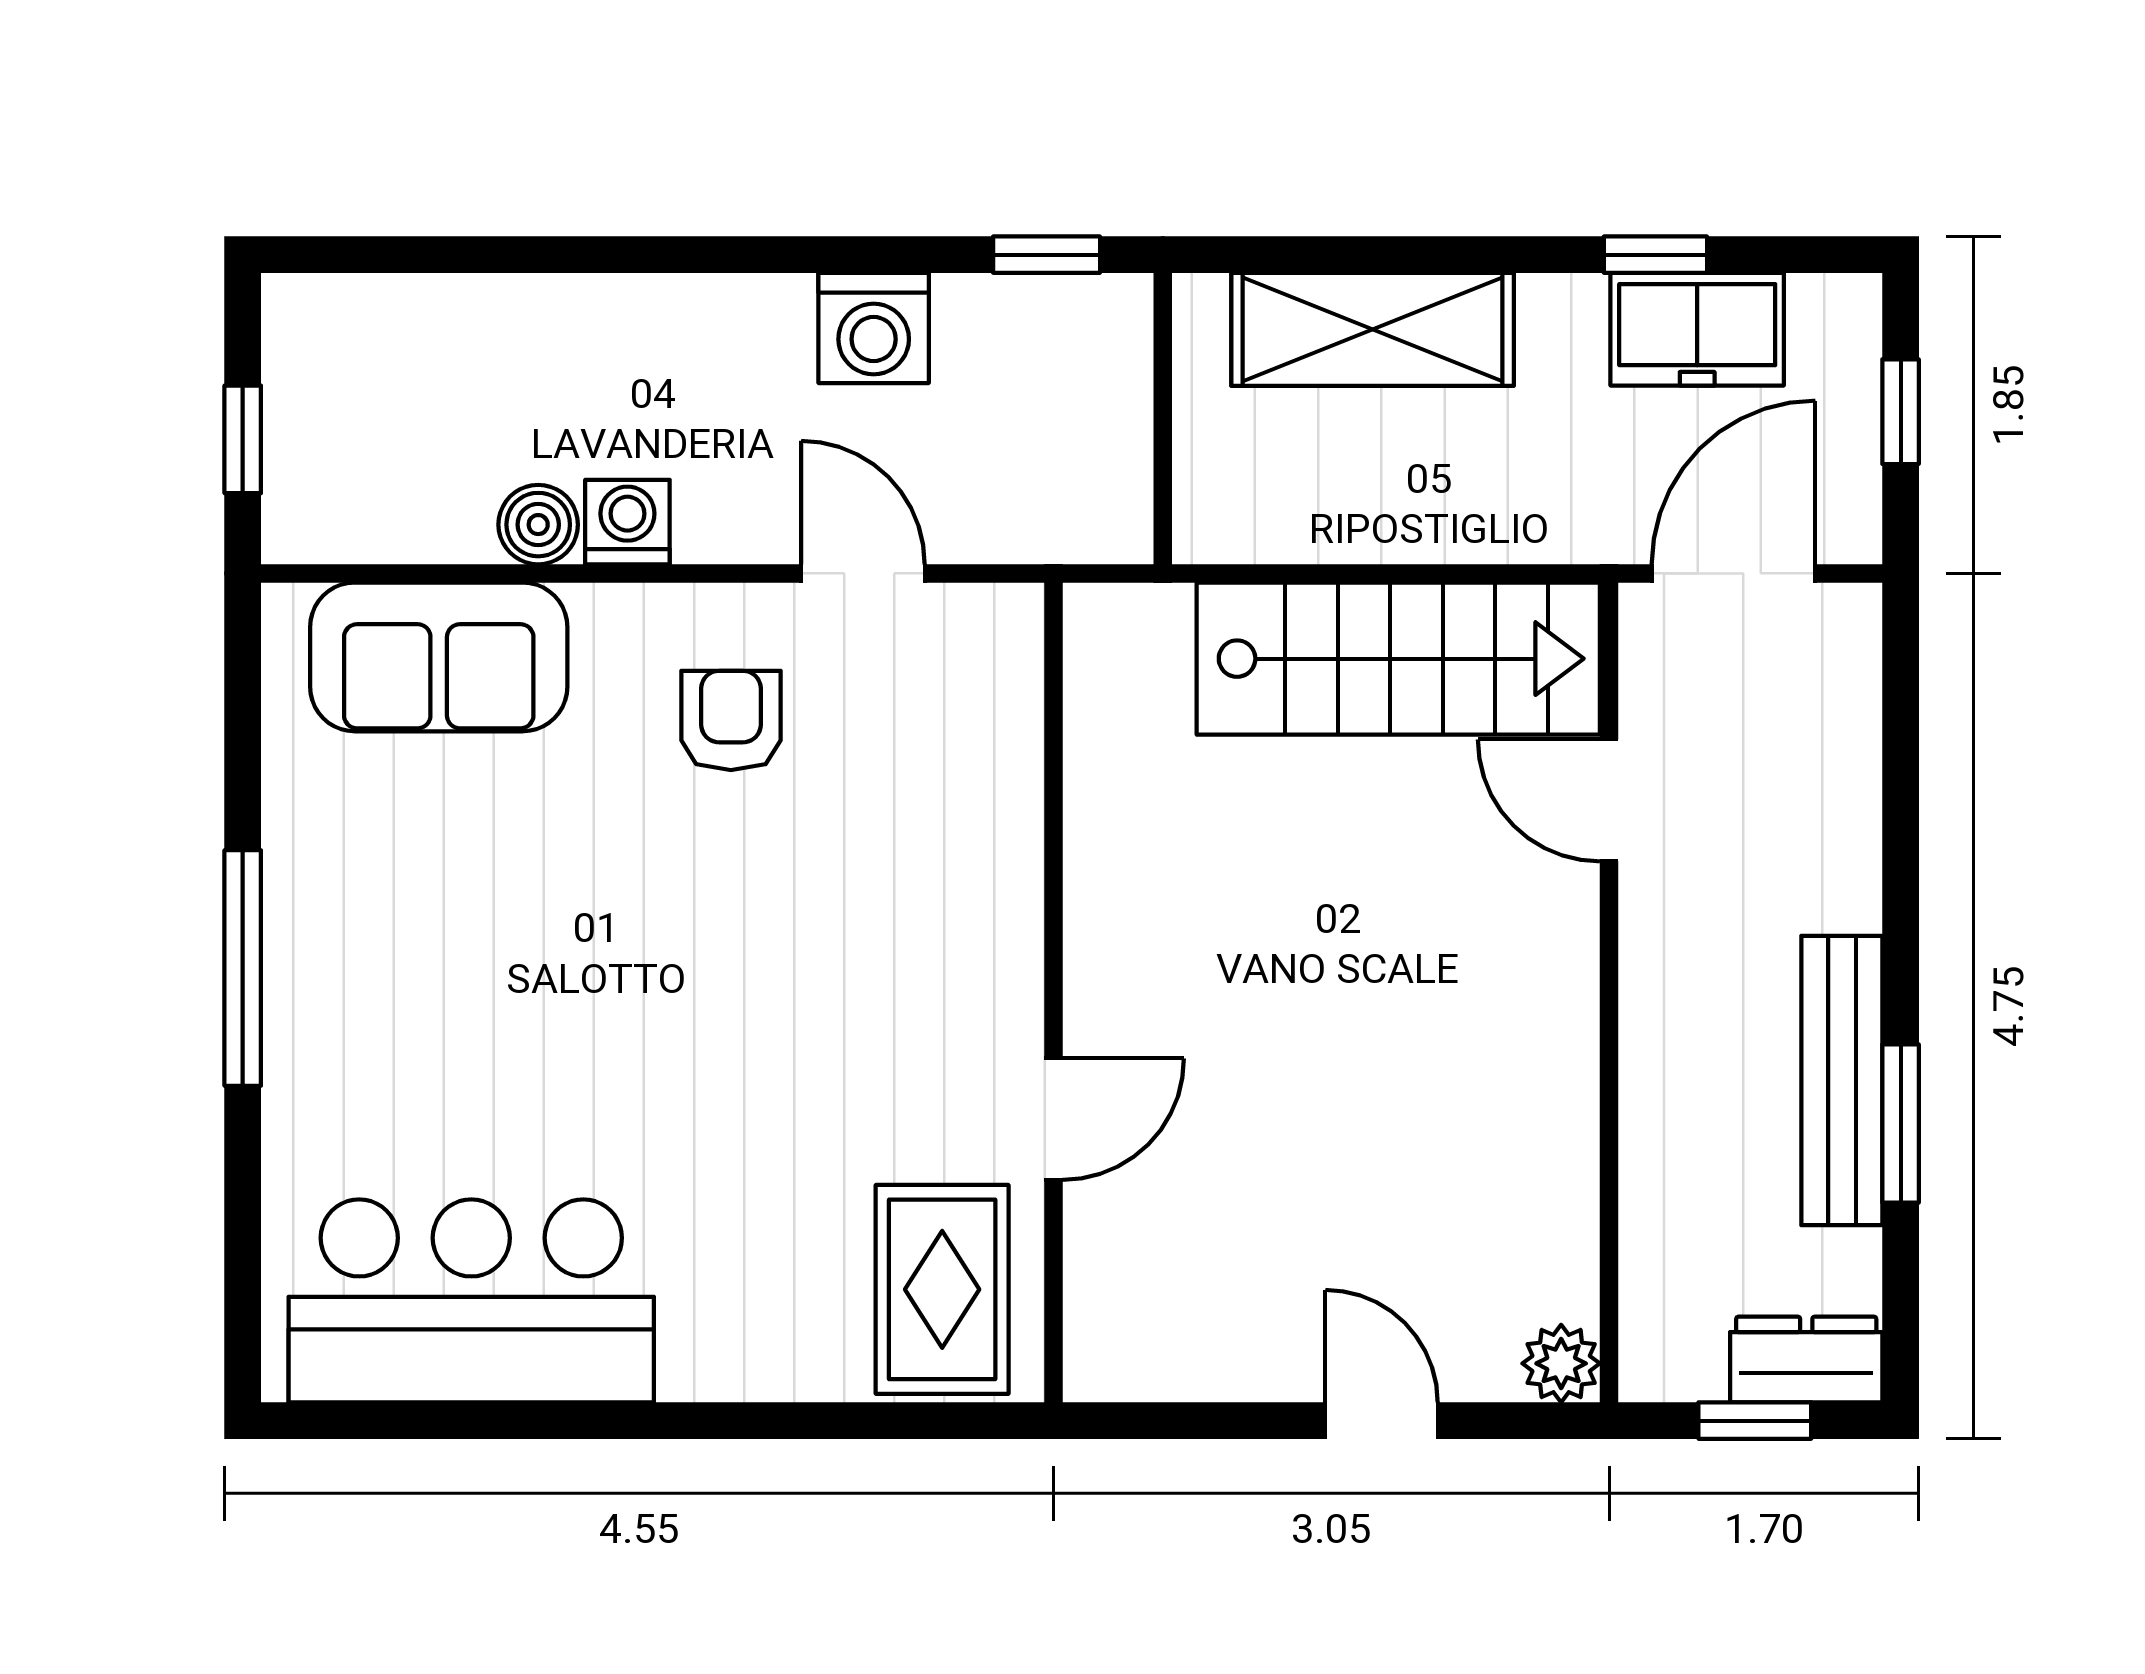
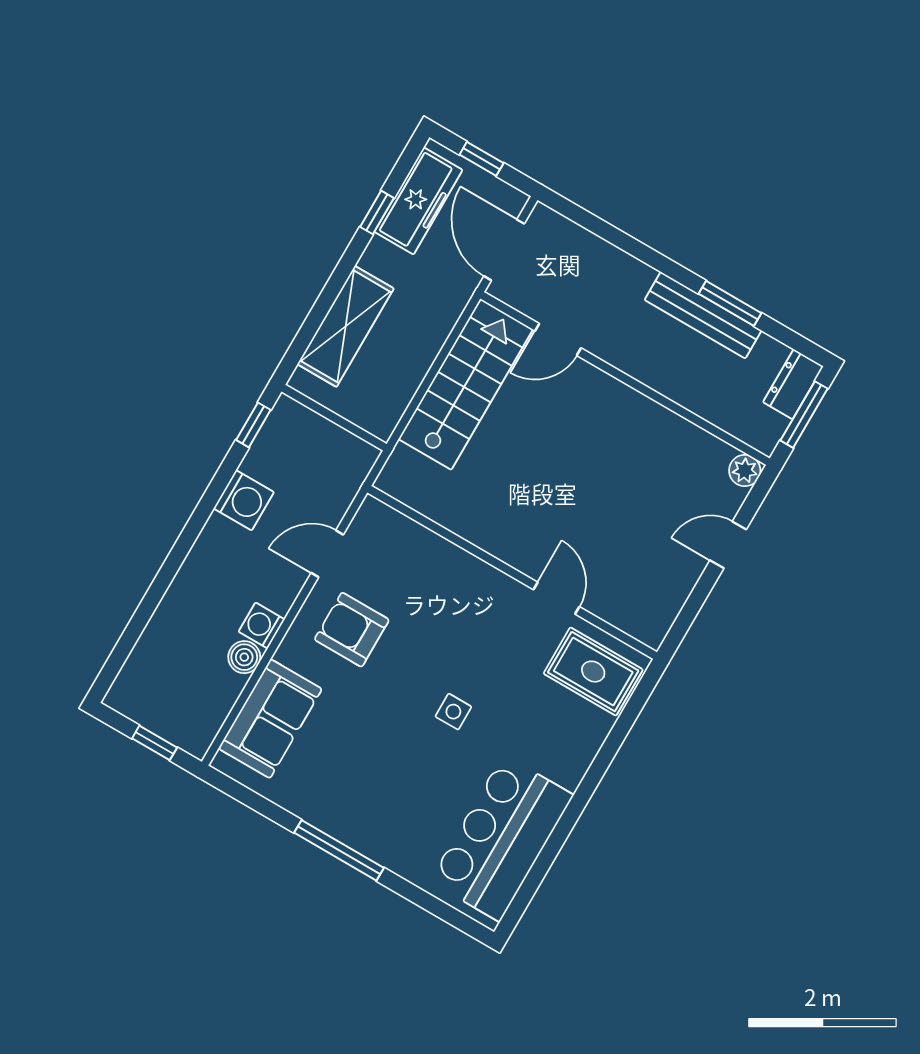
freezer: (1697, 329) -> (418, 201), width x1.40
armchair: (731, 720) -> (352, 630), width x1.38, depth x1.38
side table: (682, 1040) -> (453, 712), added
window: (1755, 1421) -> (804, 415), width x1.50

